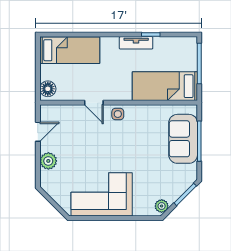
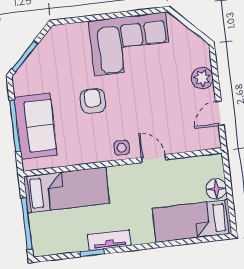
floor lamp: (48, 89) -> (216, 189), moved
armchair: (136, 153) -> (93, 101), added
plant: (162, 206) -> (53, 38), removed

